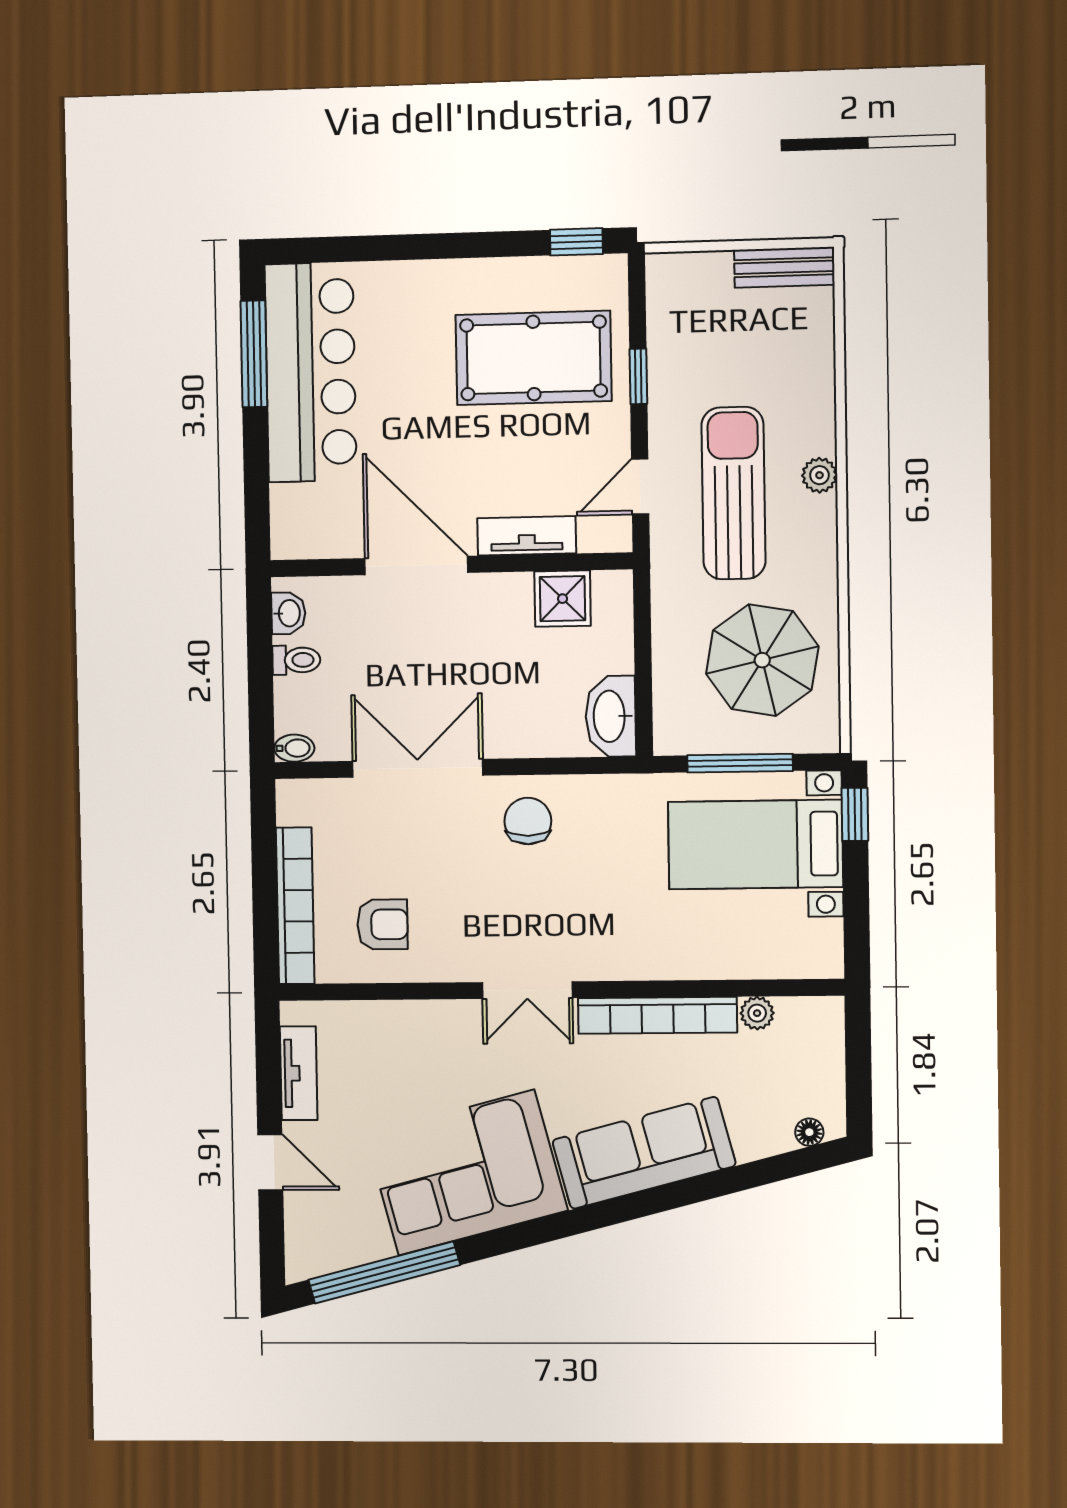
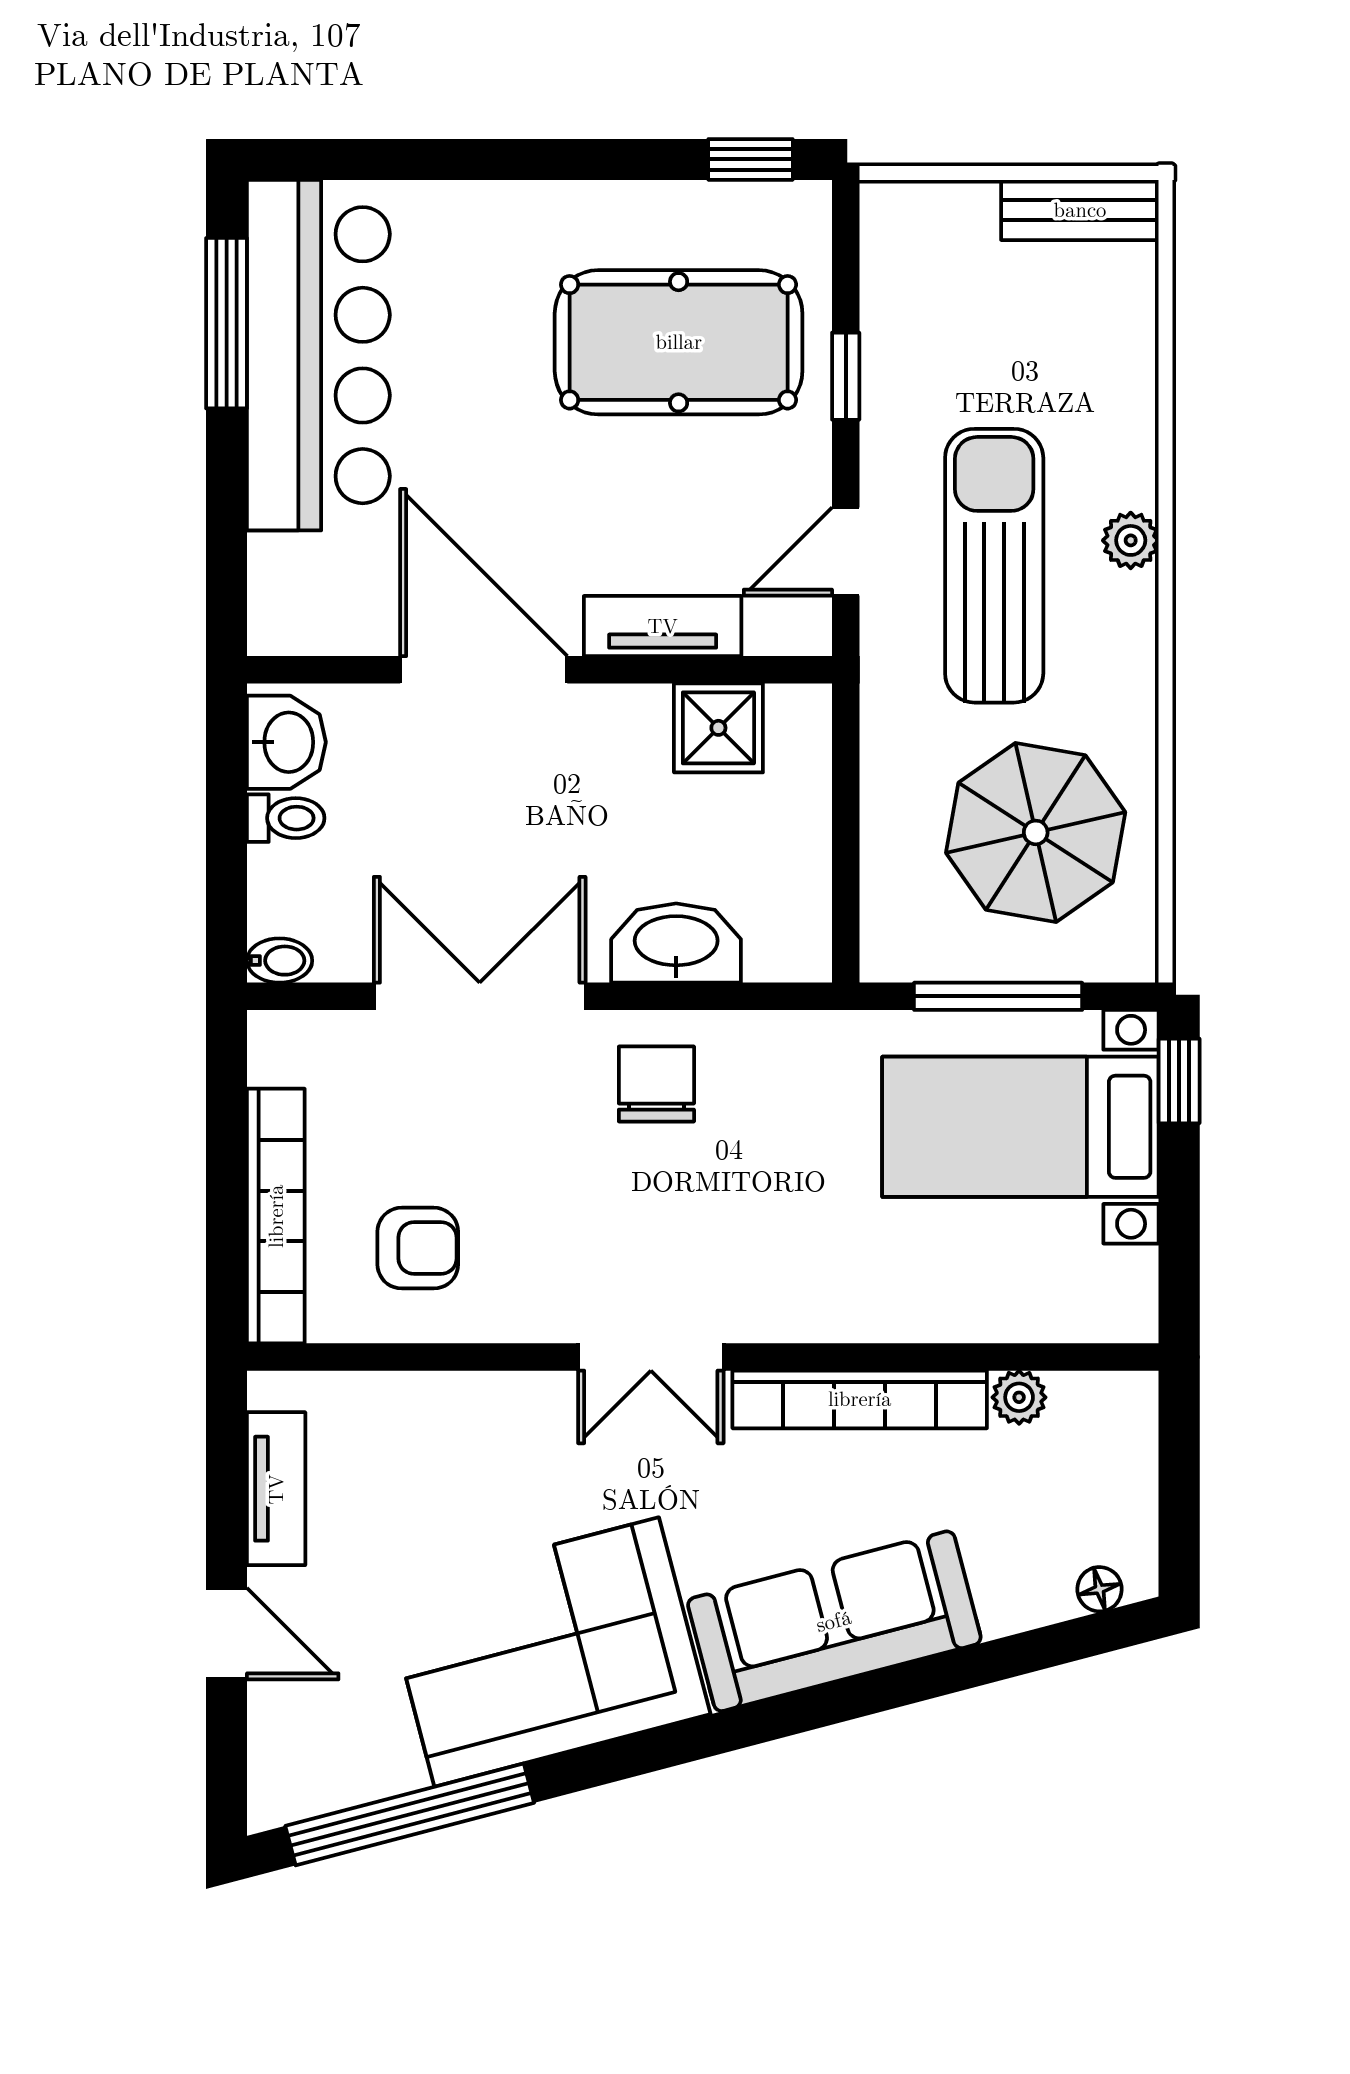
washbasin: (288, 613) -> (286, 742), width x1.38, depth x1.45
washbasin: (611, 716) -> (676, 943), moved, turned 90

